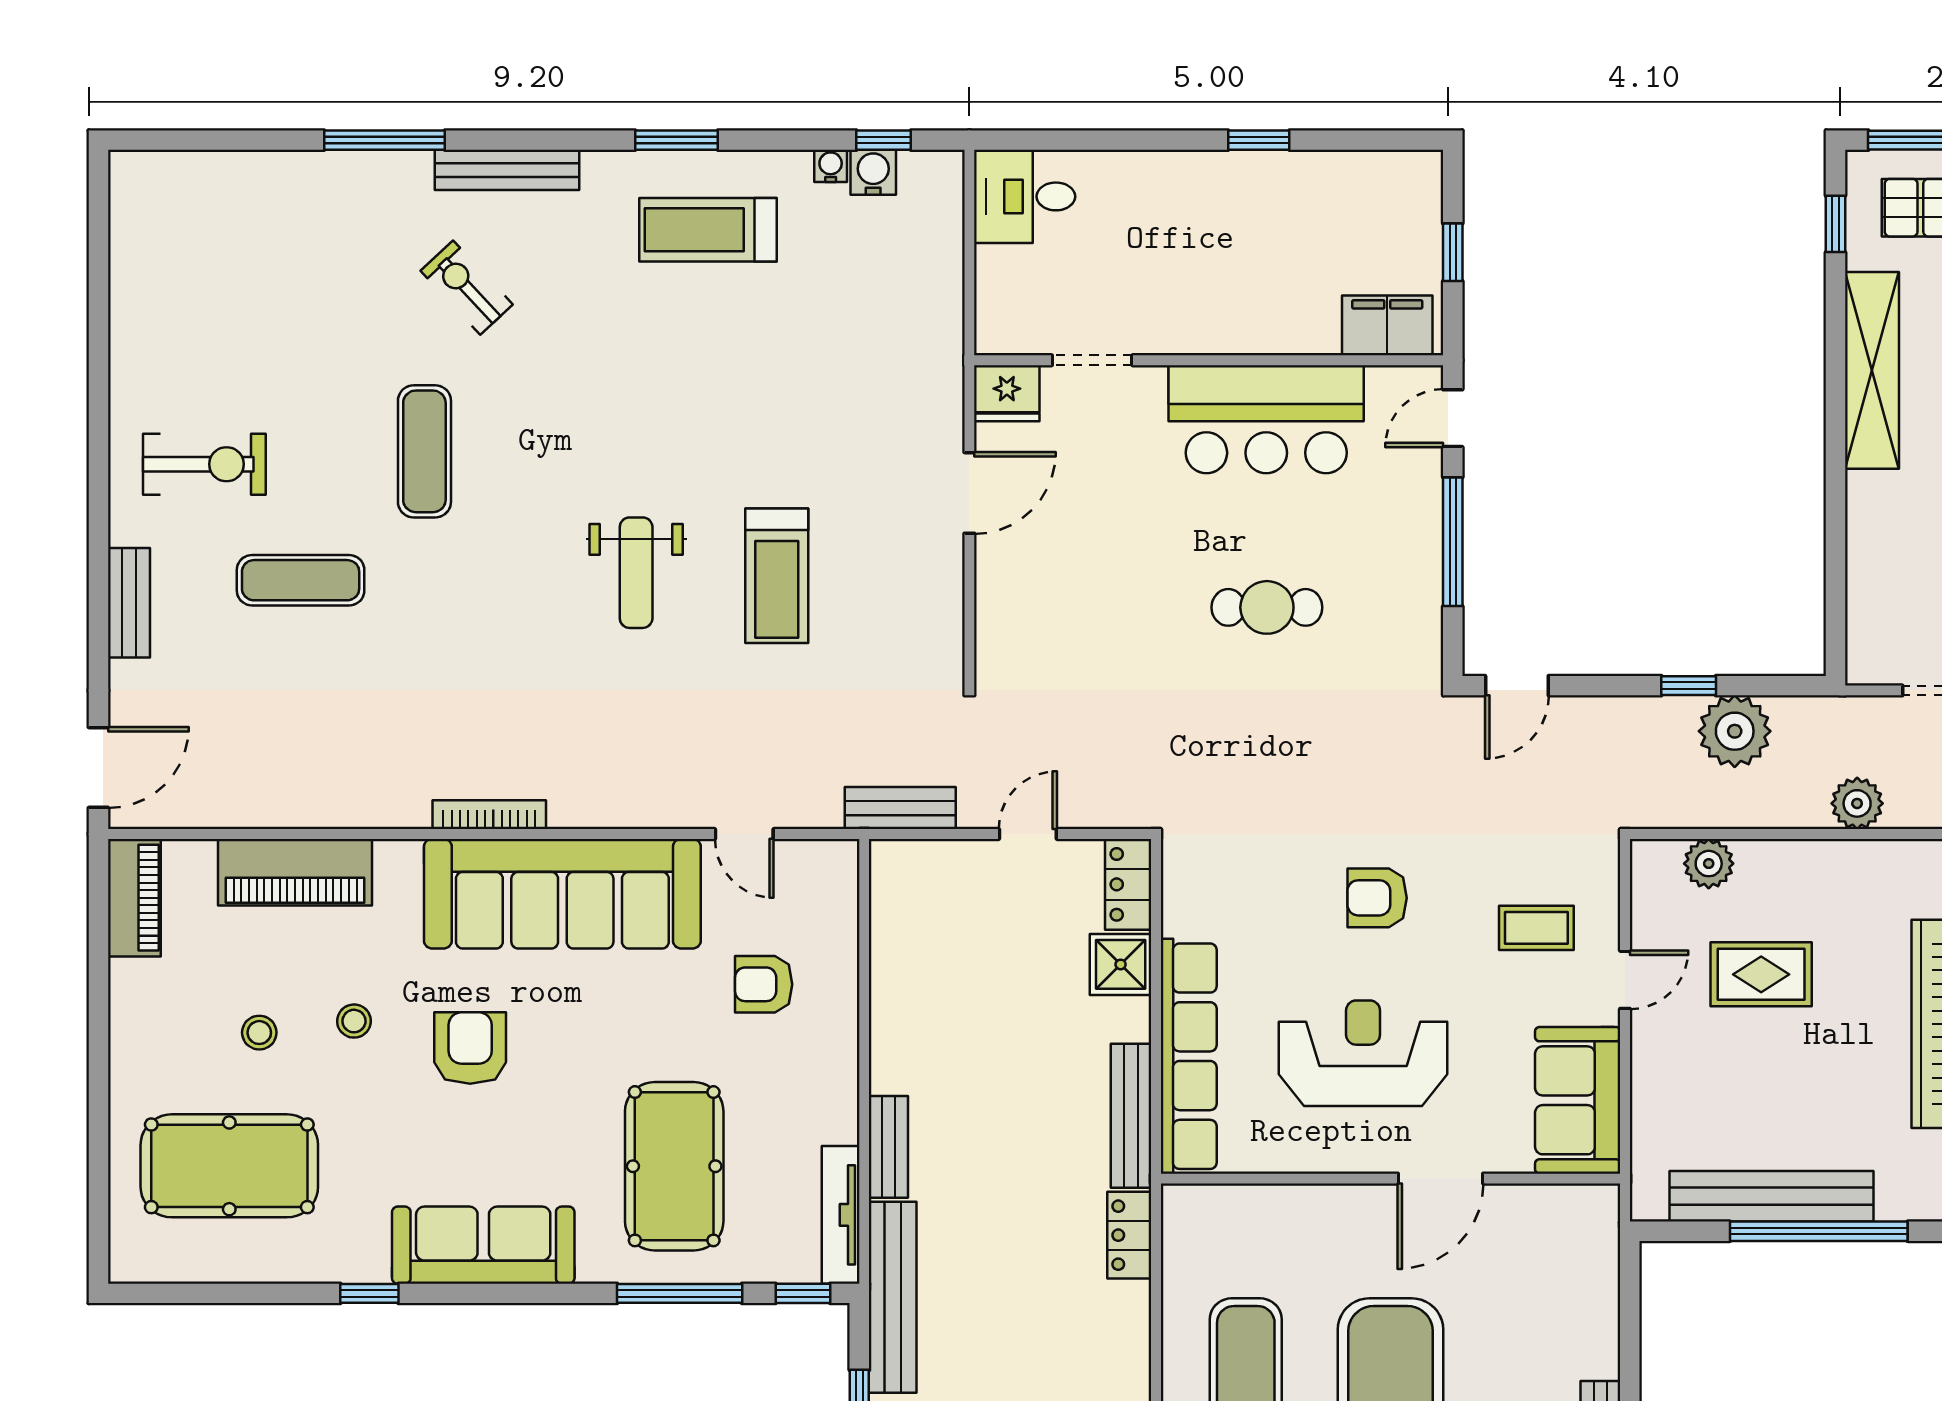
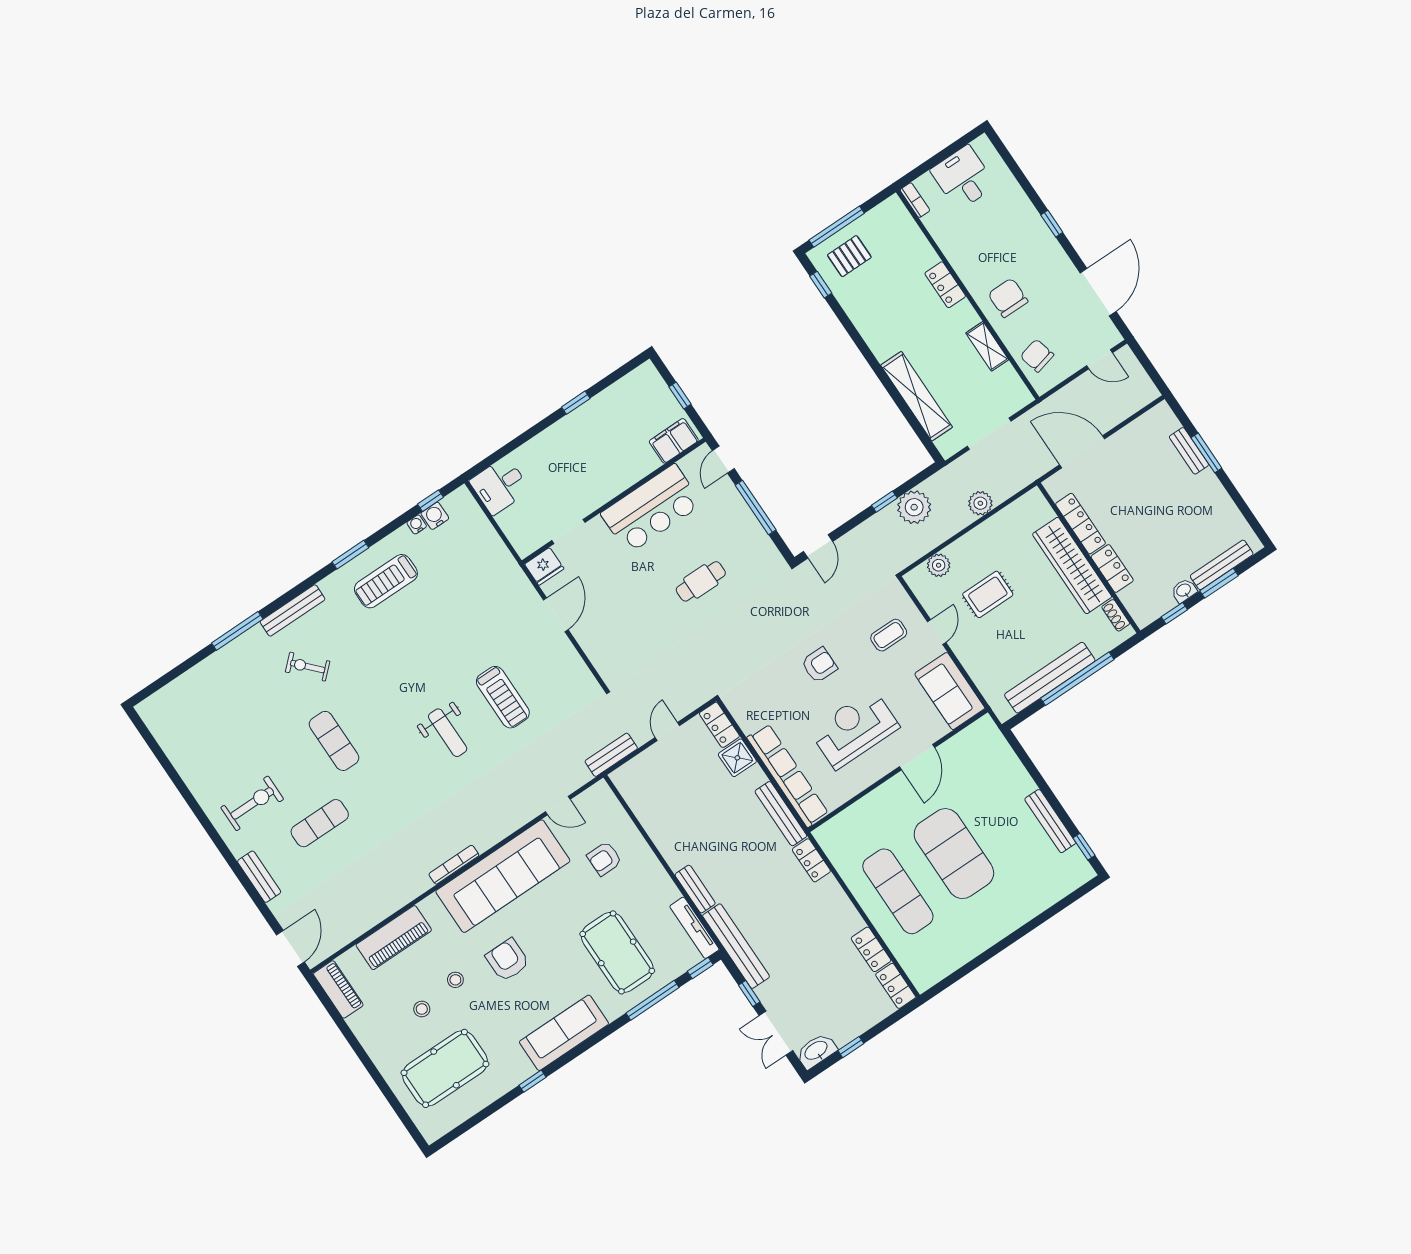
shelving: (1872, 370) -> (917, 396), moved
armchair: (1377, 898) -> (819, 665), turned 180

